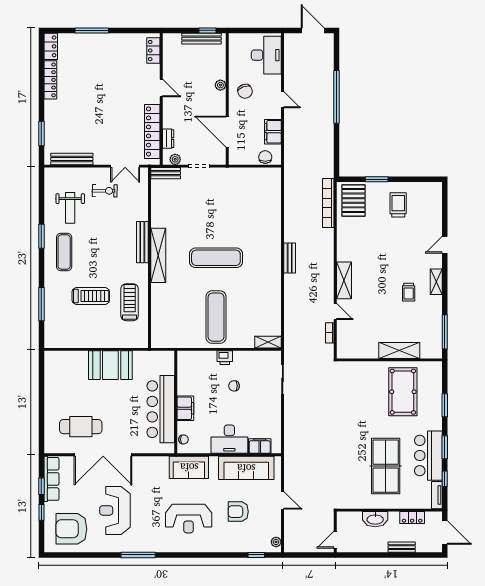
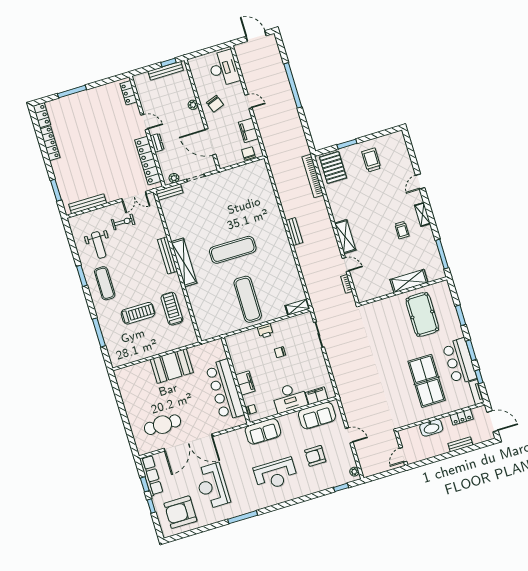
dresser: (168, 139) -> (157, 143), moved
sofa: (246, 468) -> (317, 415), width x0.73

